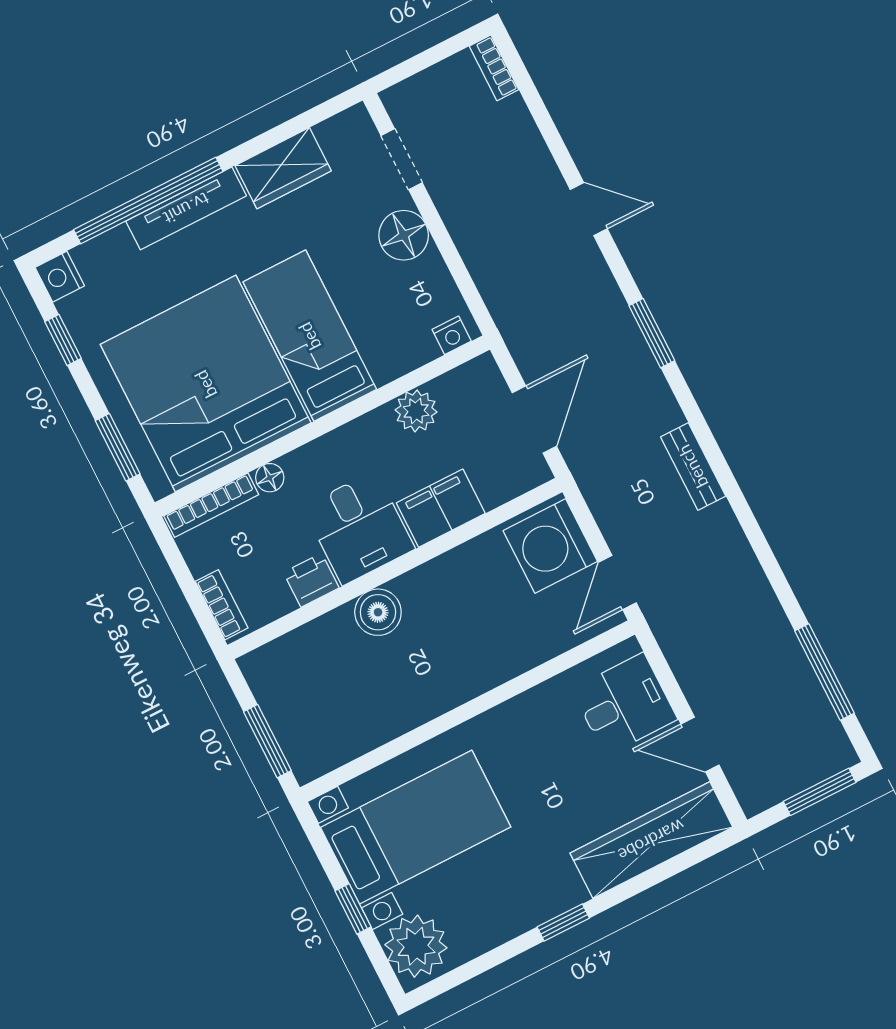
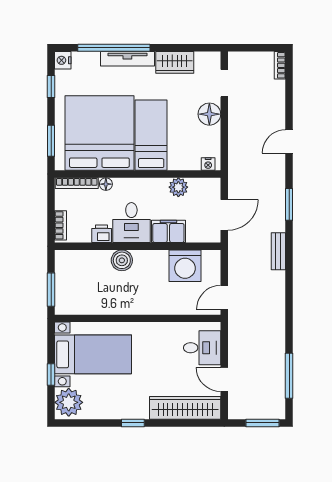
door: (589, 209) -> (289, 141), swing flipped
bench: (693, 466) -> (278, 251), moved
washing machine: (550, 546) -> (185, 266), moved, turned -90

